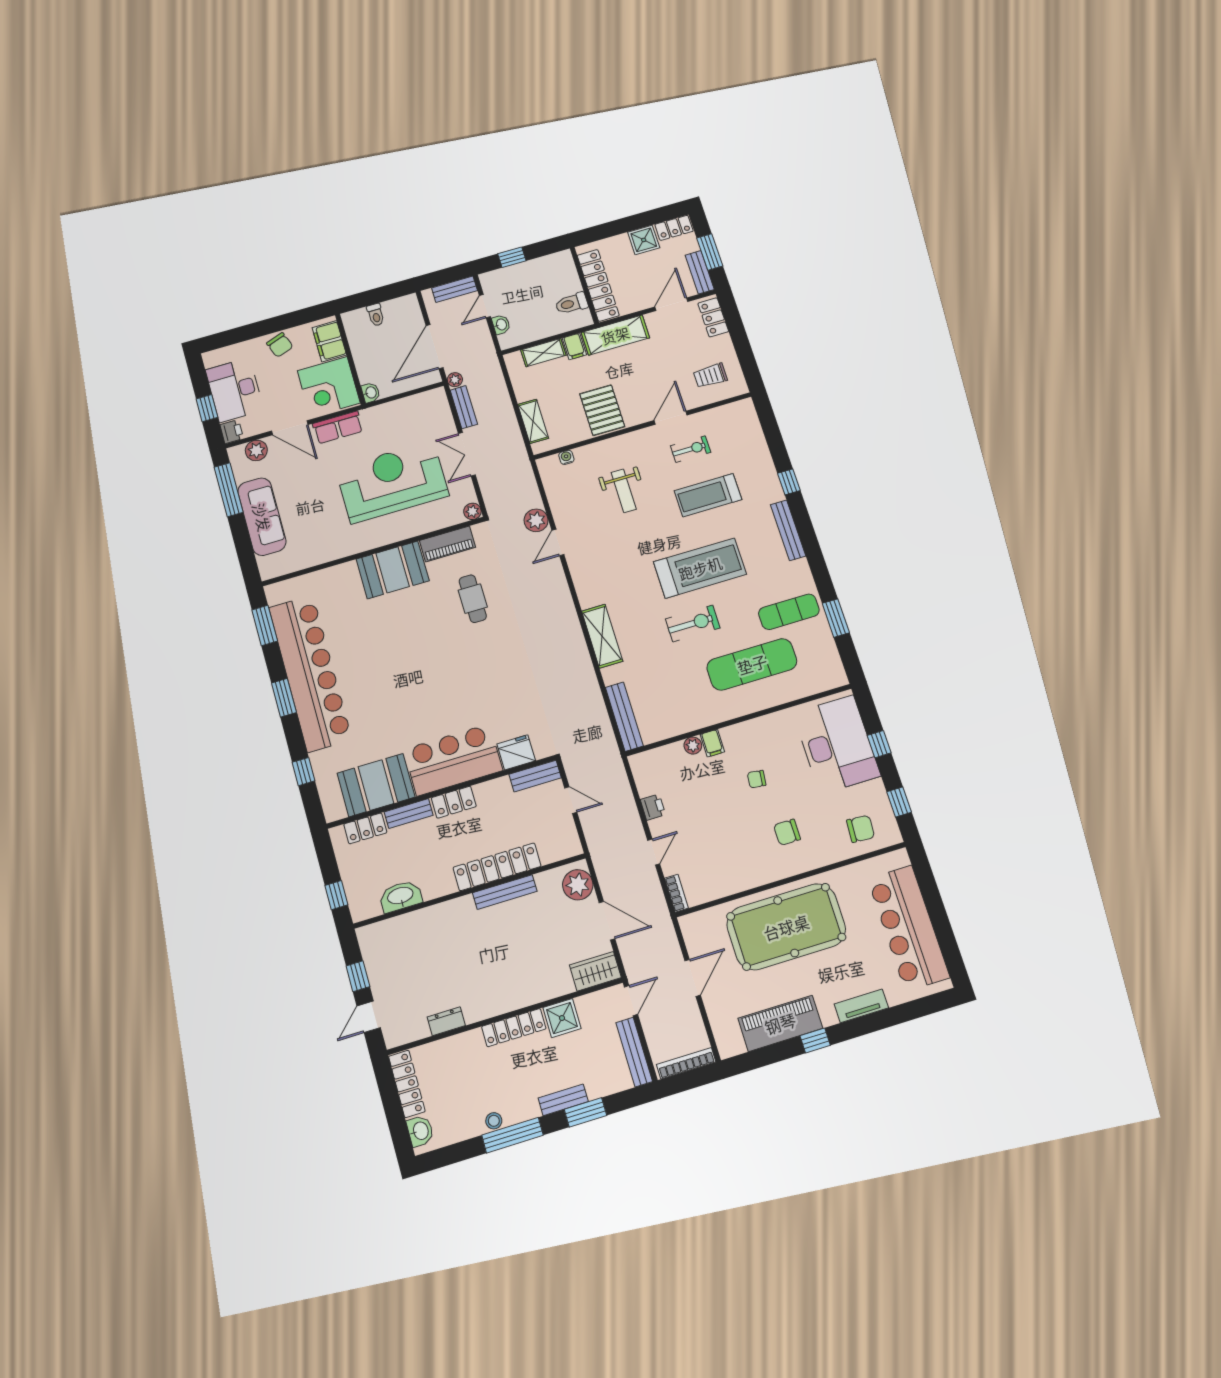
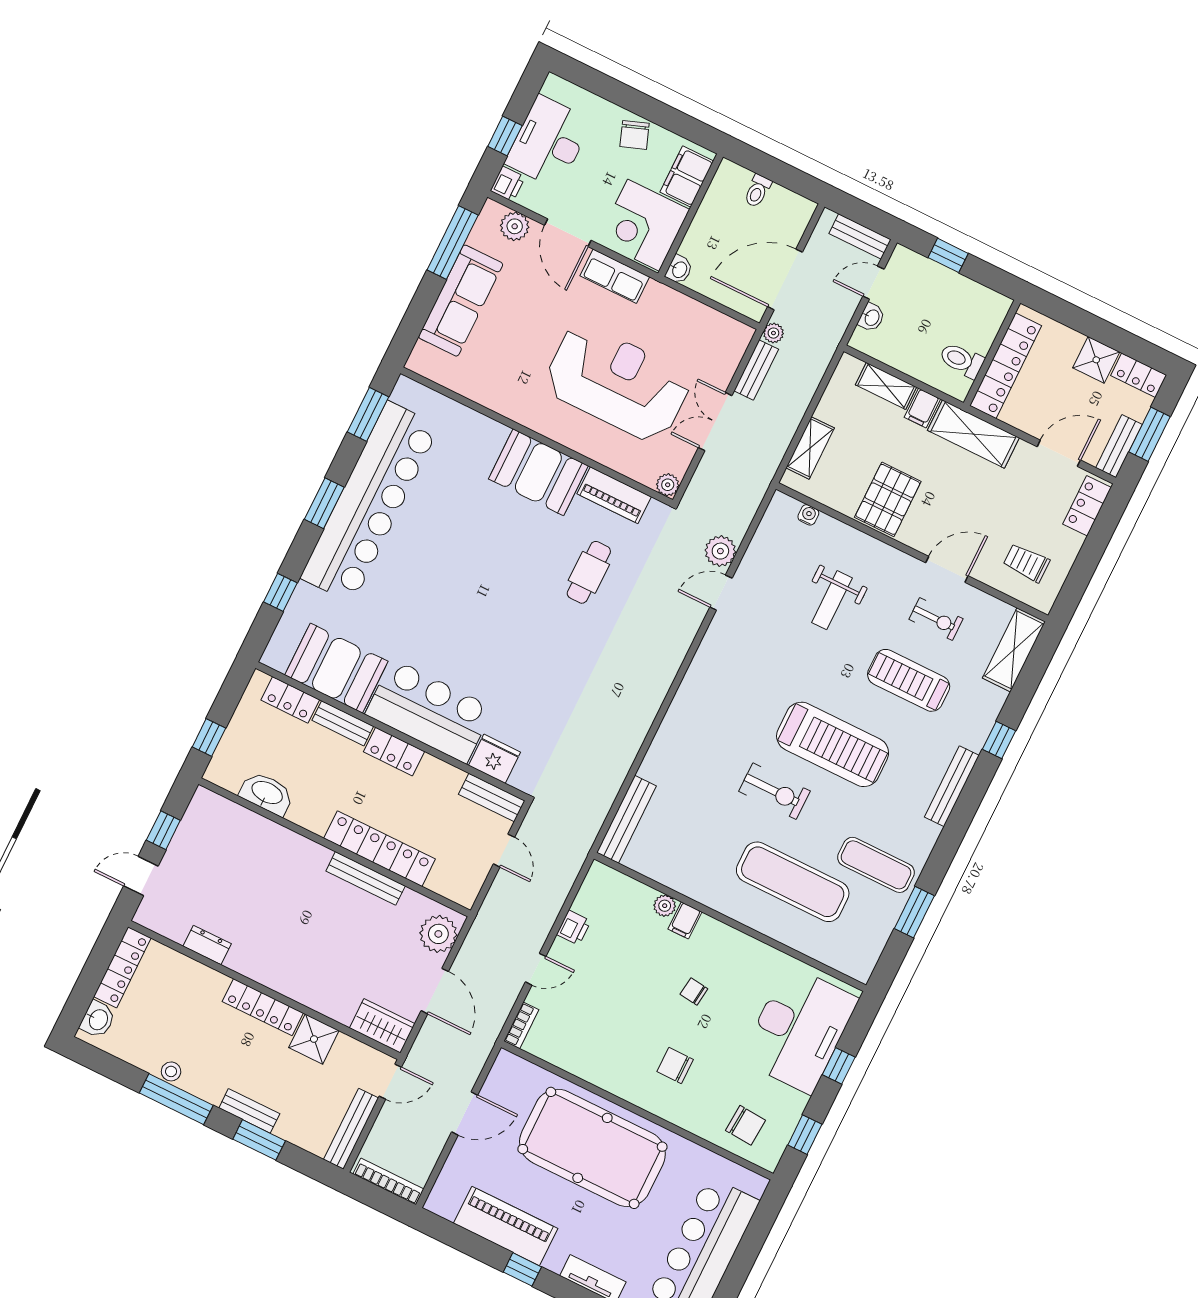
shelving: (602, 636) -> (1014, 650), moved

